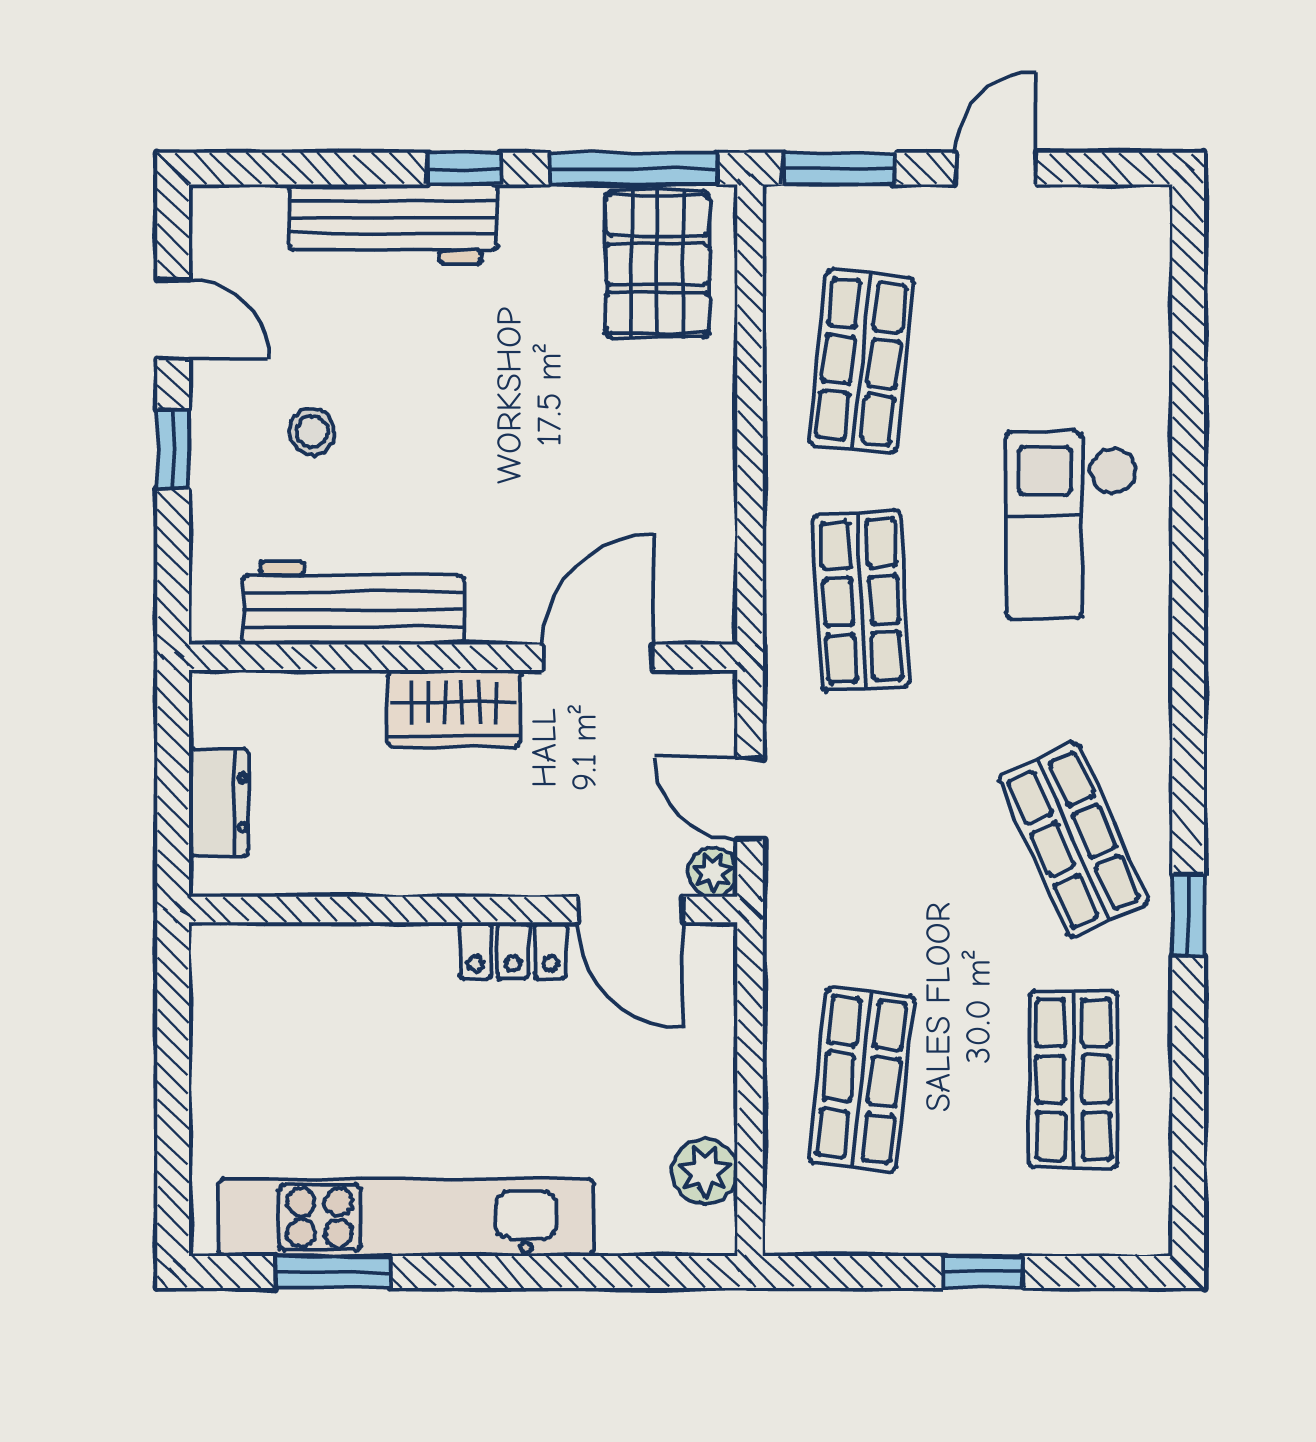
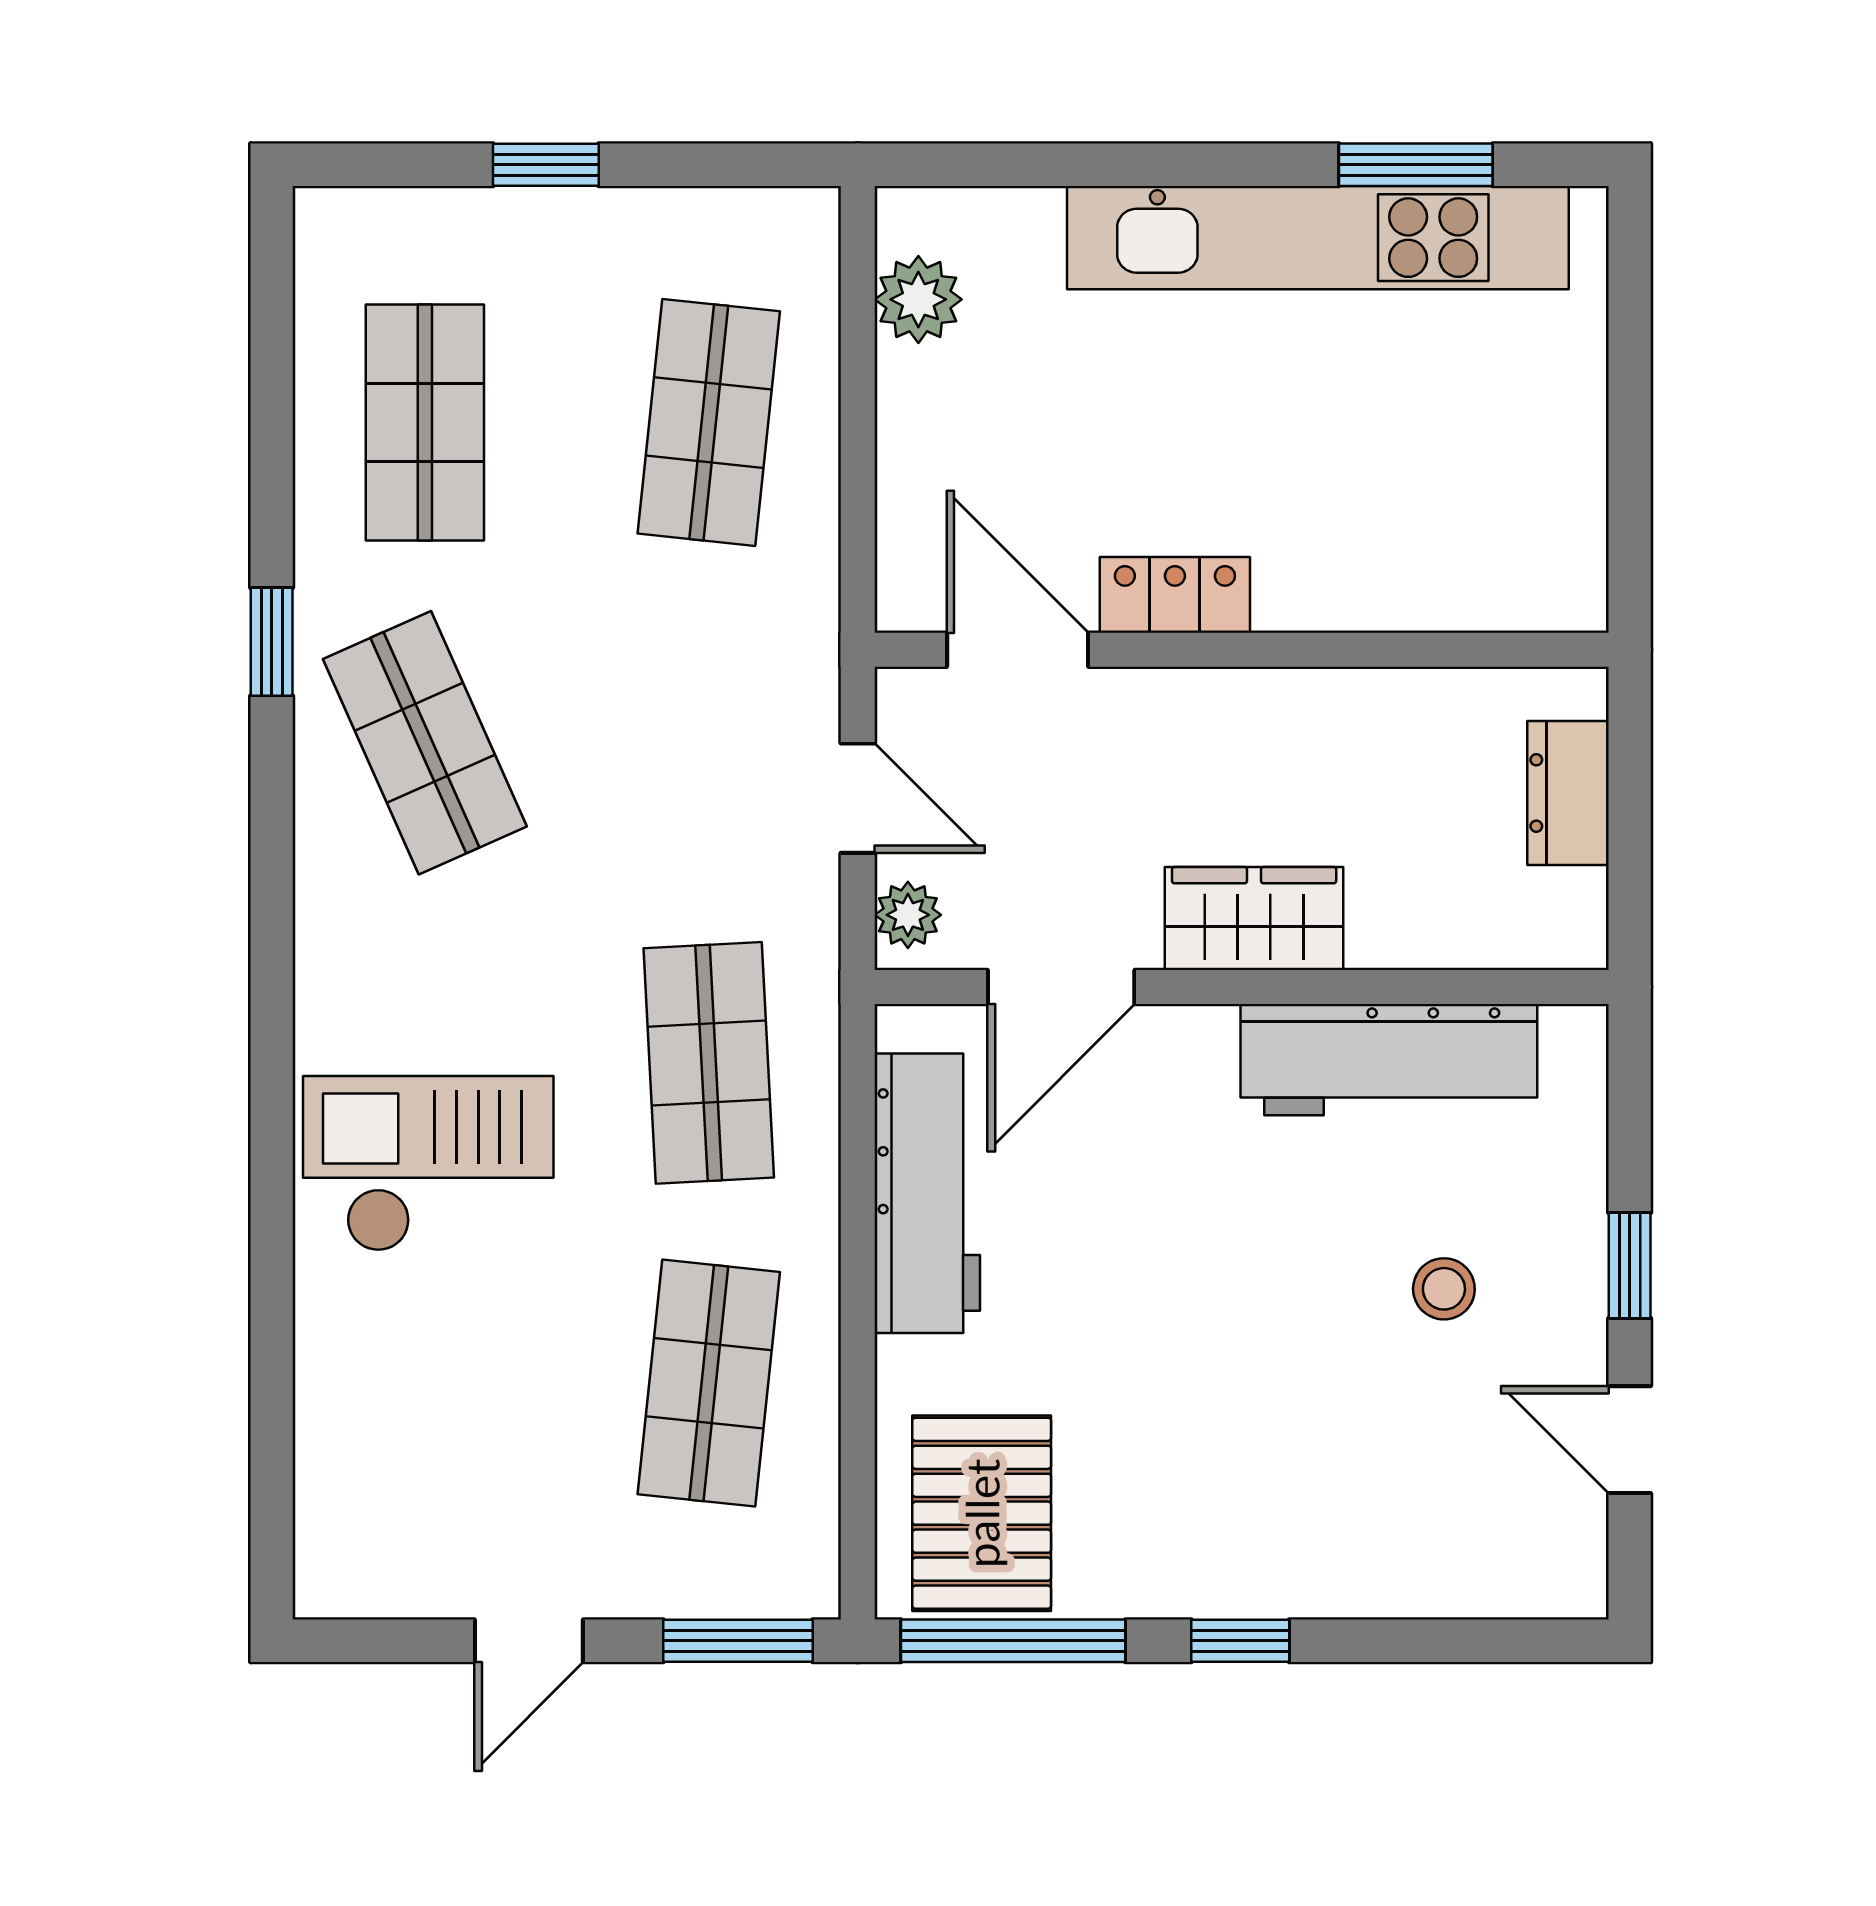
workbench: (393, 224) -> (927, 1193), moved, turned 90
checkout: (1071, 525) -> (428, 1164), turned -90
plant: (713, 872) -> (908, 915), moved

